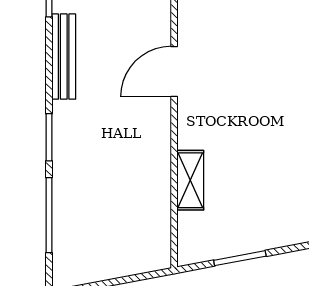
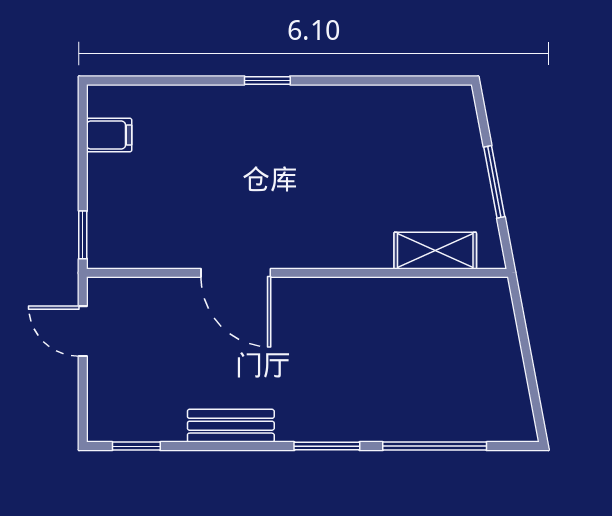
bench: (64, 57) -> (231, 426), width x0.73
shelving: (190, 180) -> (435, 251), moved

